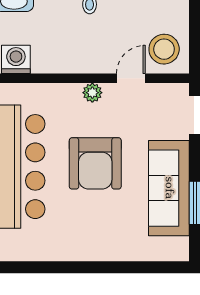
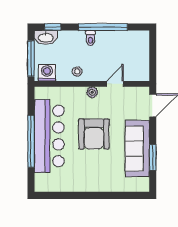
stool: (164, 49) -> (77, 71), moved, width x0.53, depth x0.53

